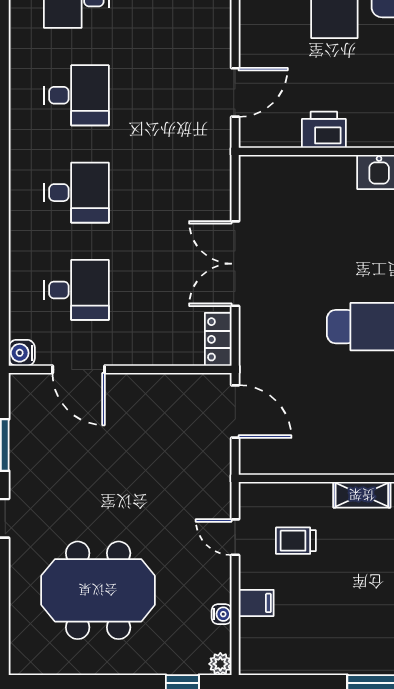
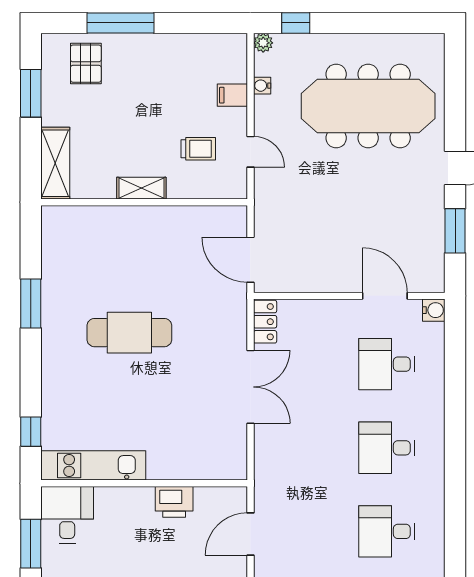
meeting table: (98, 590) -> (368, 106), width x1.36

